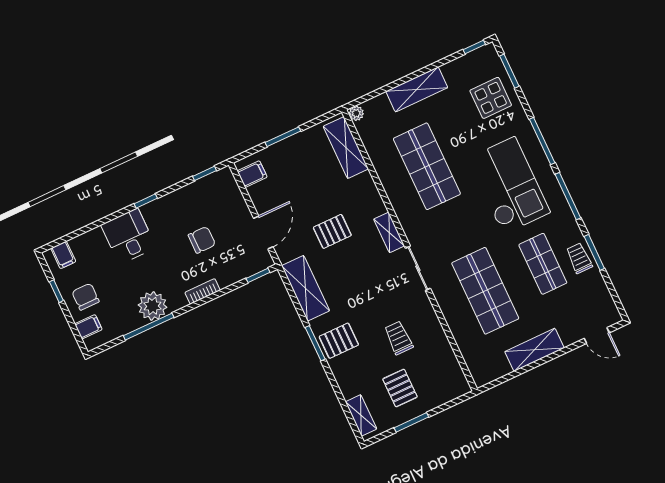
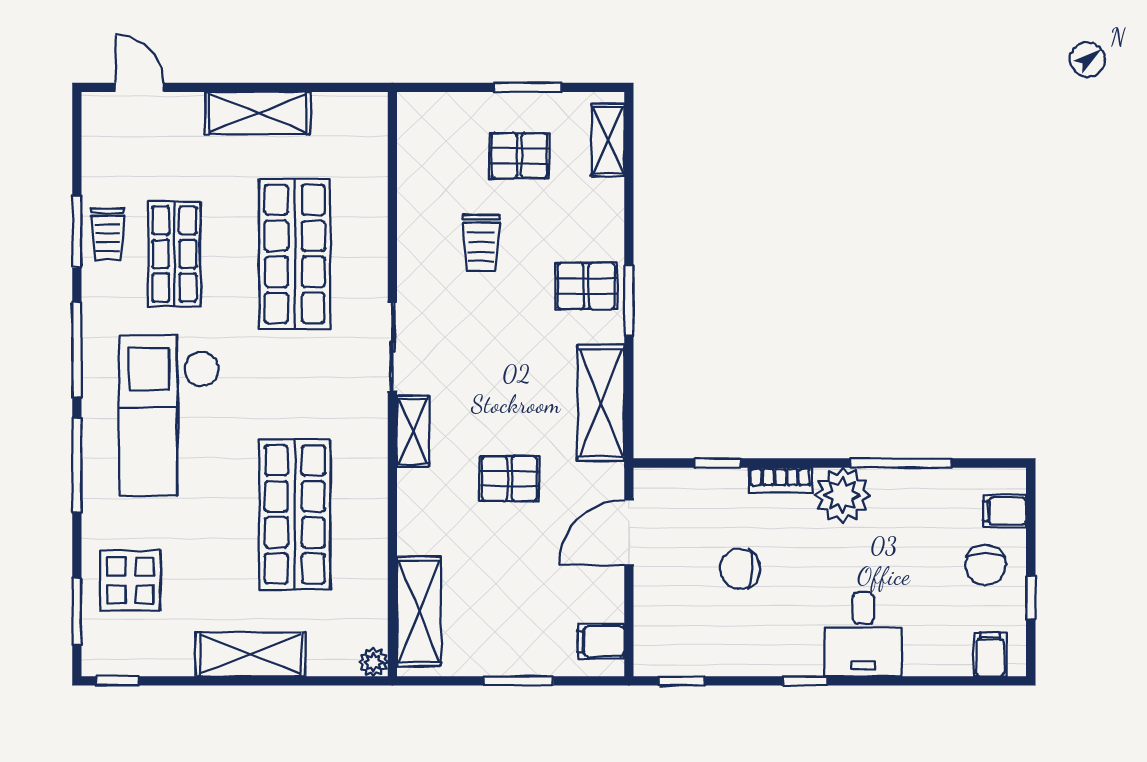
window: (258, 275) -> (718, 463), moved
plant: (152, 306) -> (842, 495), moved
pallet: (400, 388) -> (519, 156), turned 90

